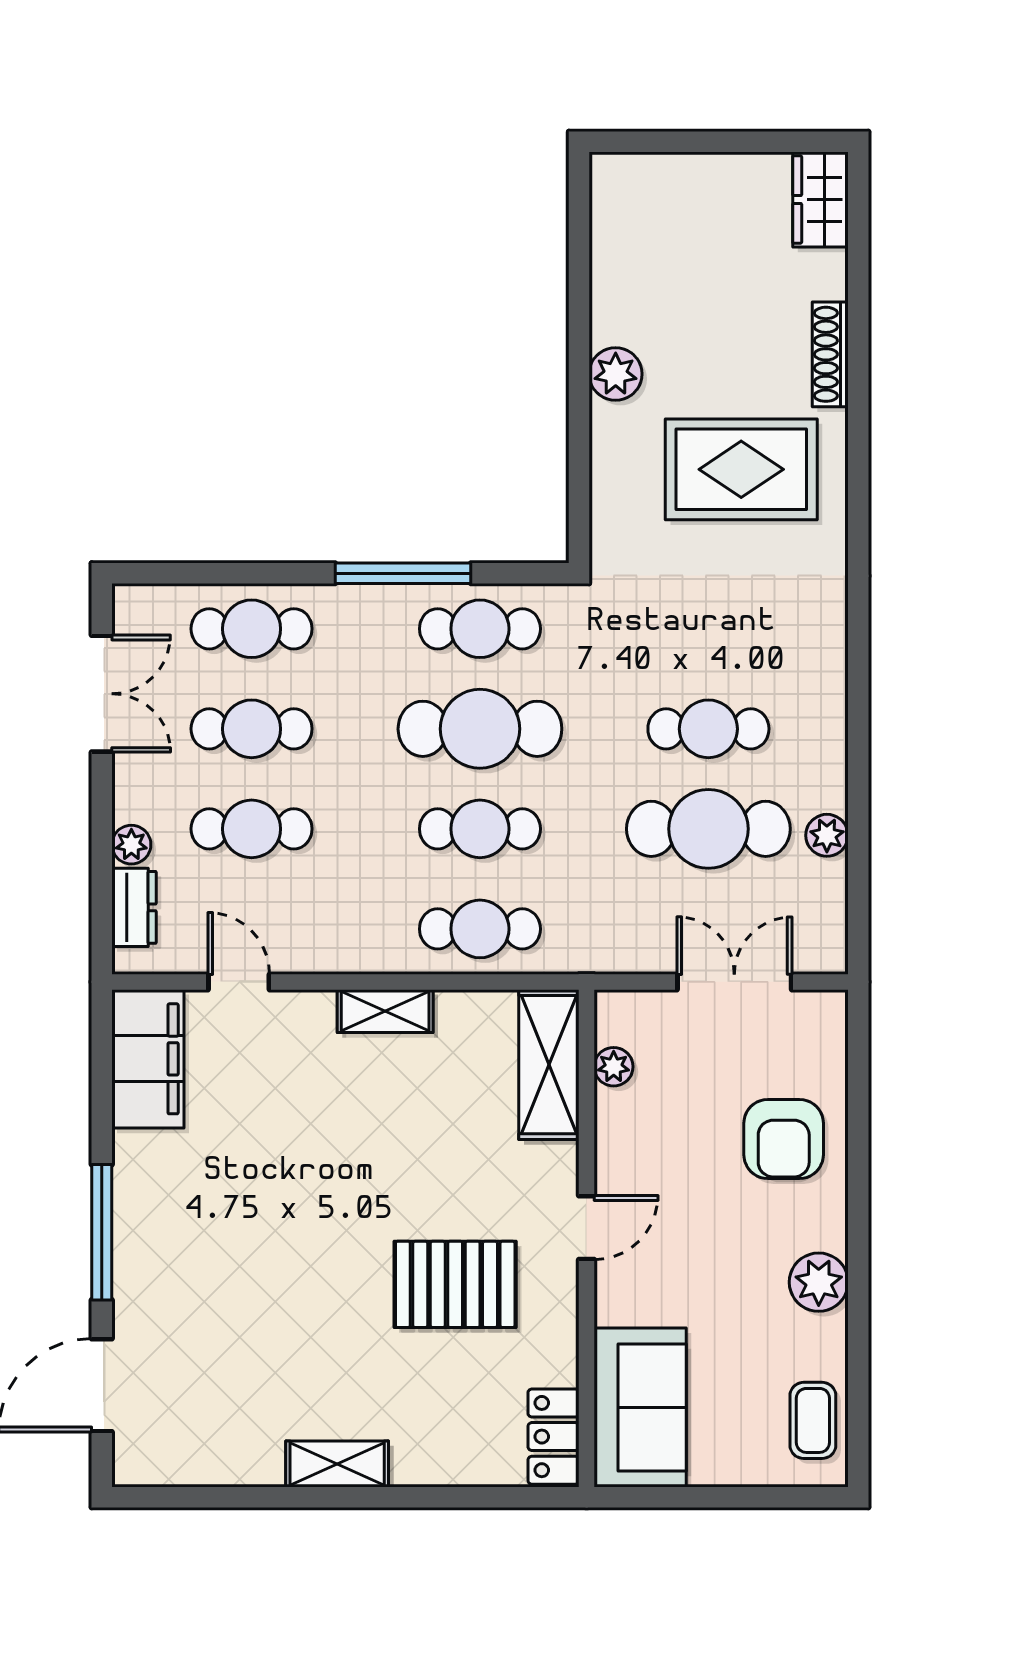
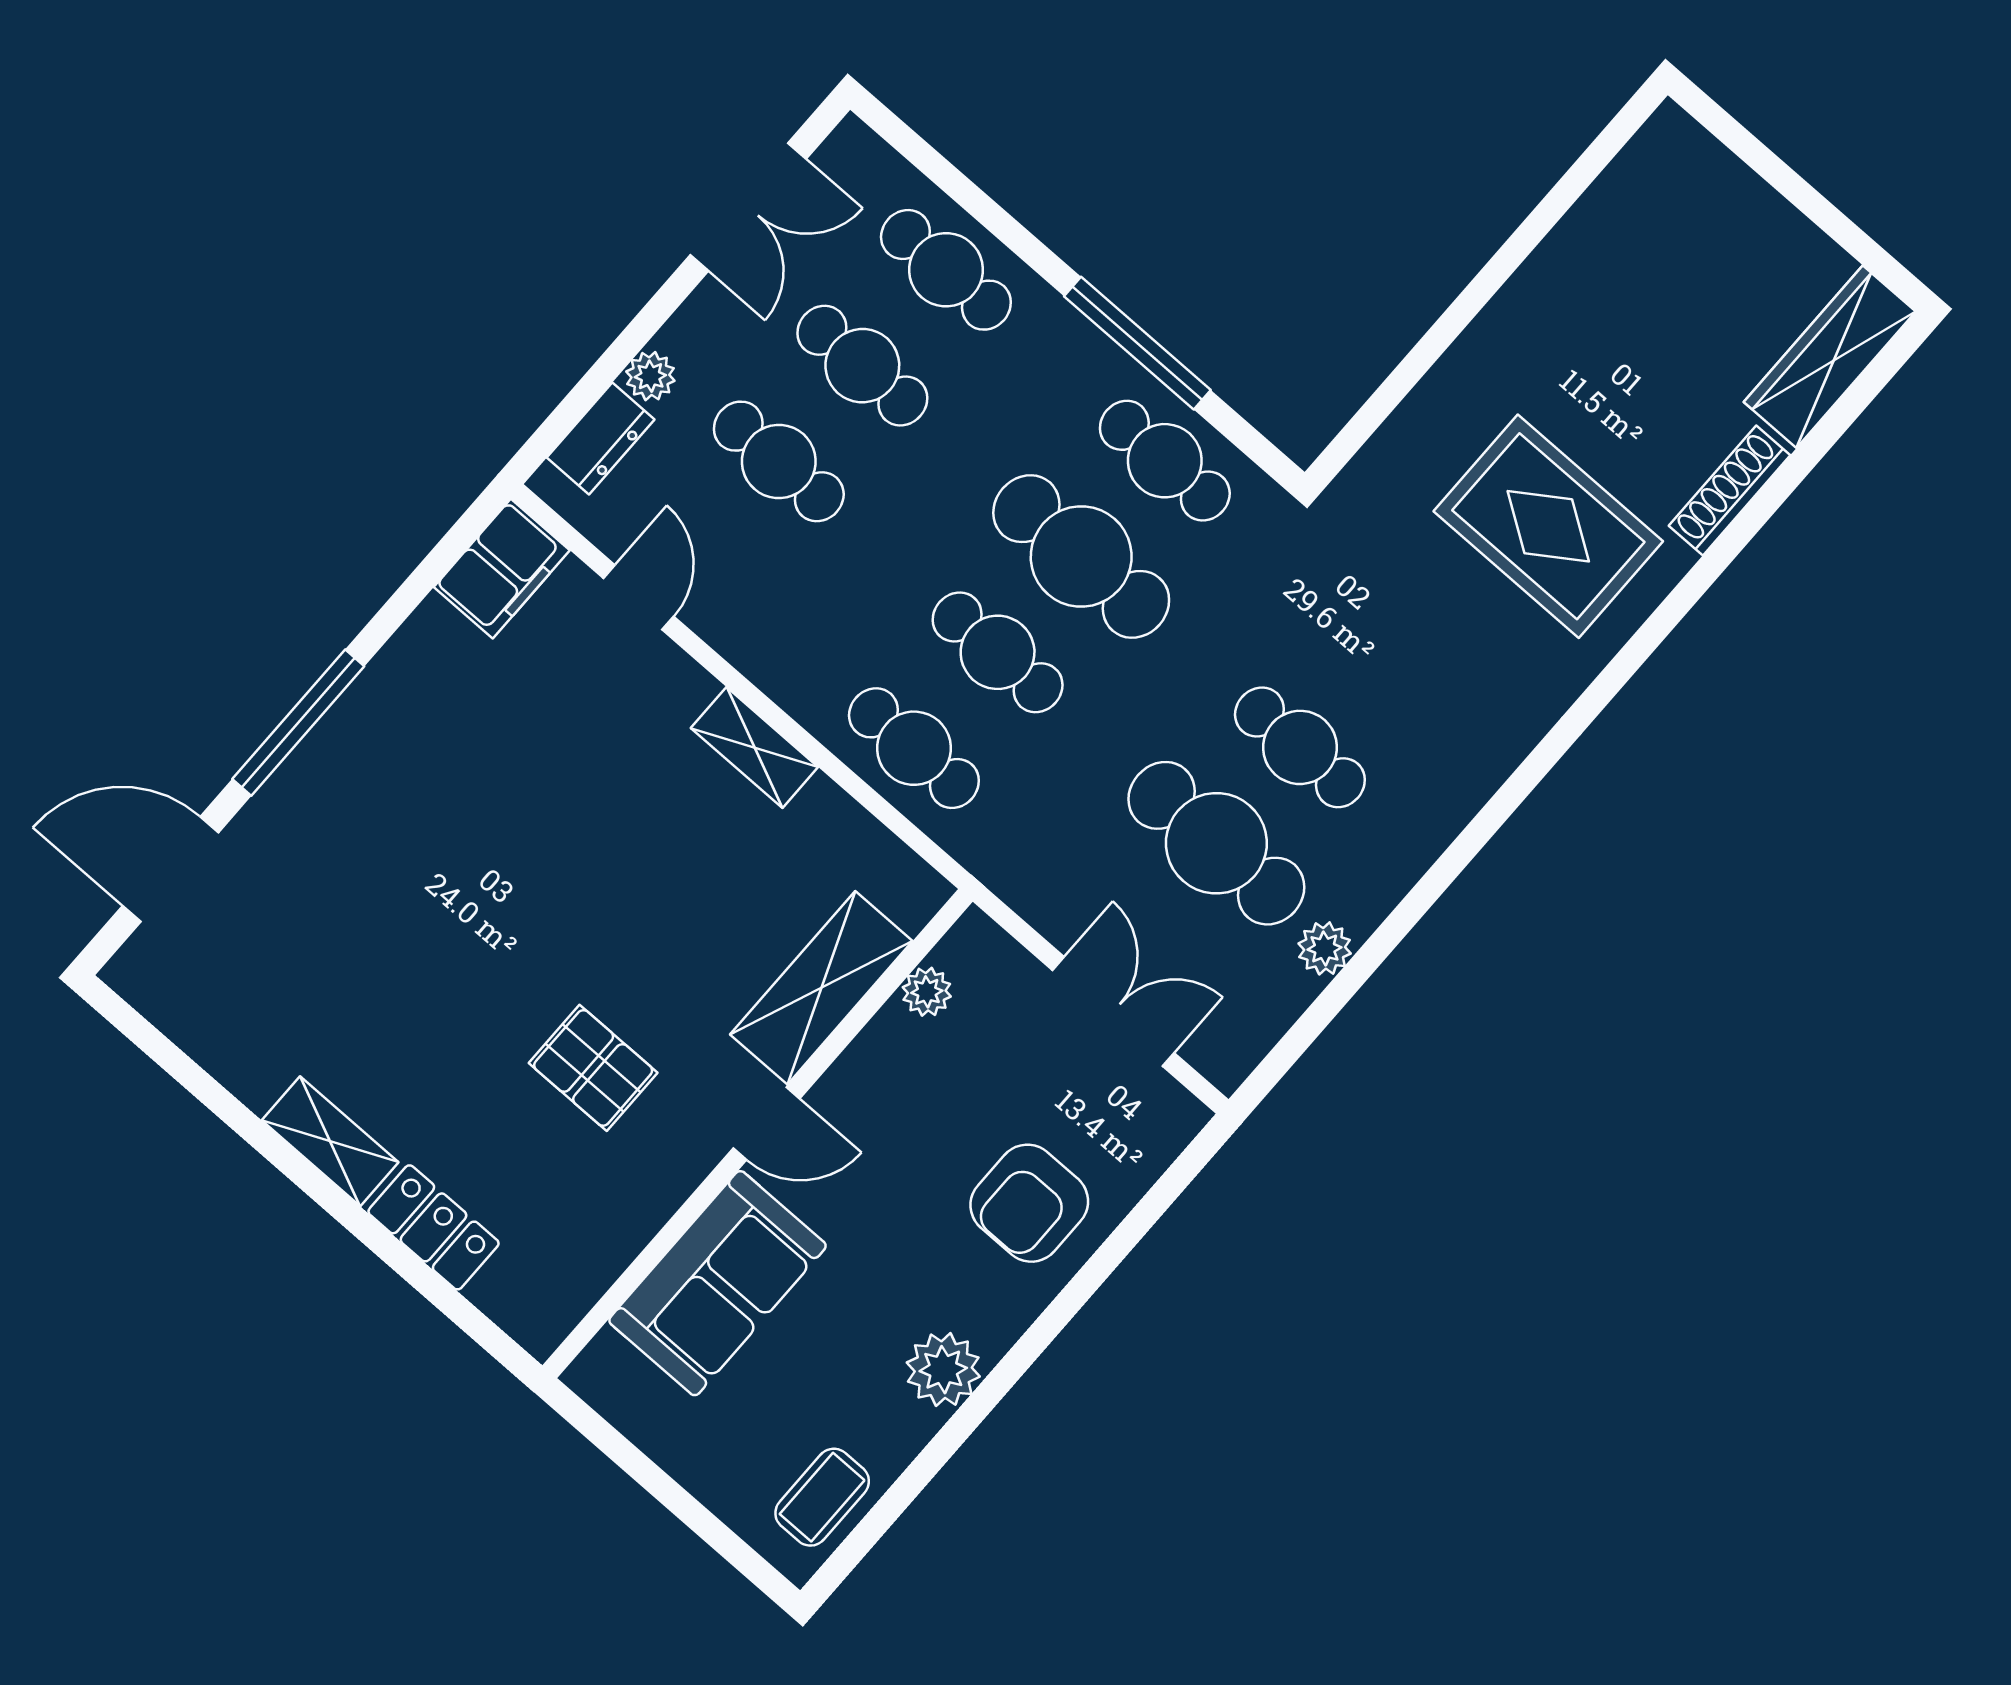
wardrobe: (820, 200) -> (1830, 357), width x1.50
plant: (616, 374) -> (1507, 330), removed
filing cabinet: (148, 1059) -> (502, 569), width x0.67, depth x0.86
shelving: (549, 1065) -> (821, 988), moved
pallet: (455, 1284) -> (593, 1068), width x0.67, depth x0.71
sofa: (640, 1407) -> (717, 1283), moved
locker: (553, 1437) -> (433, 1227), moved, turned 90

